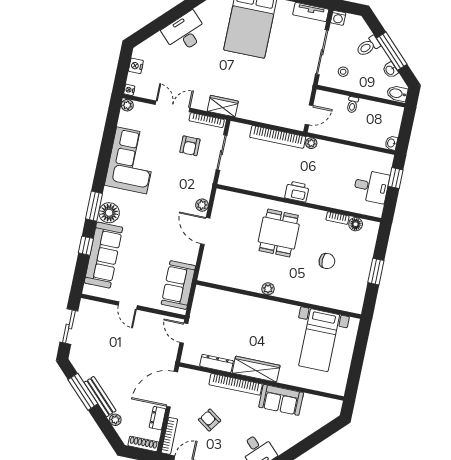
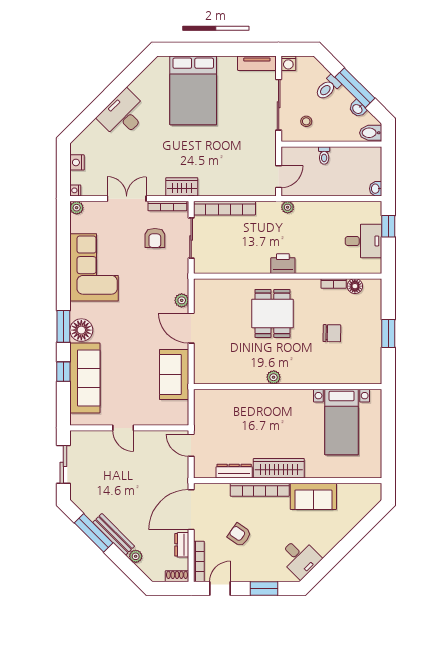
bookcase: (278, 137) -> (224, 208), moved
sofa: (178, 285) -> (174, 374), moved
shoe rack: (143, 444) -> (177, 576), width x0.70

